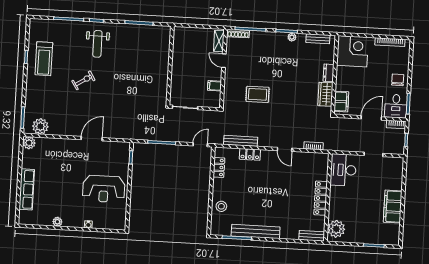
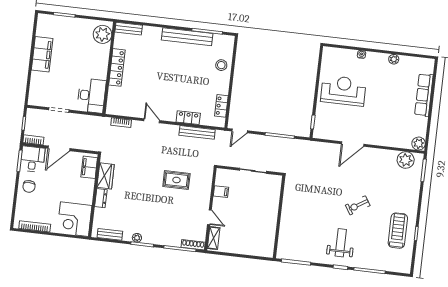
wall: (170, 66) -> (279, 217), moved

